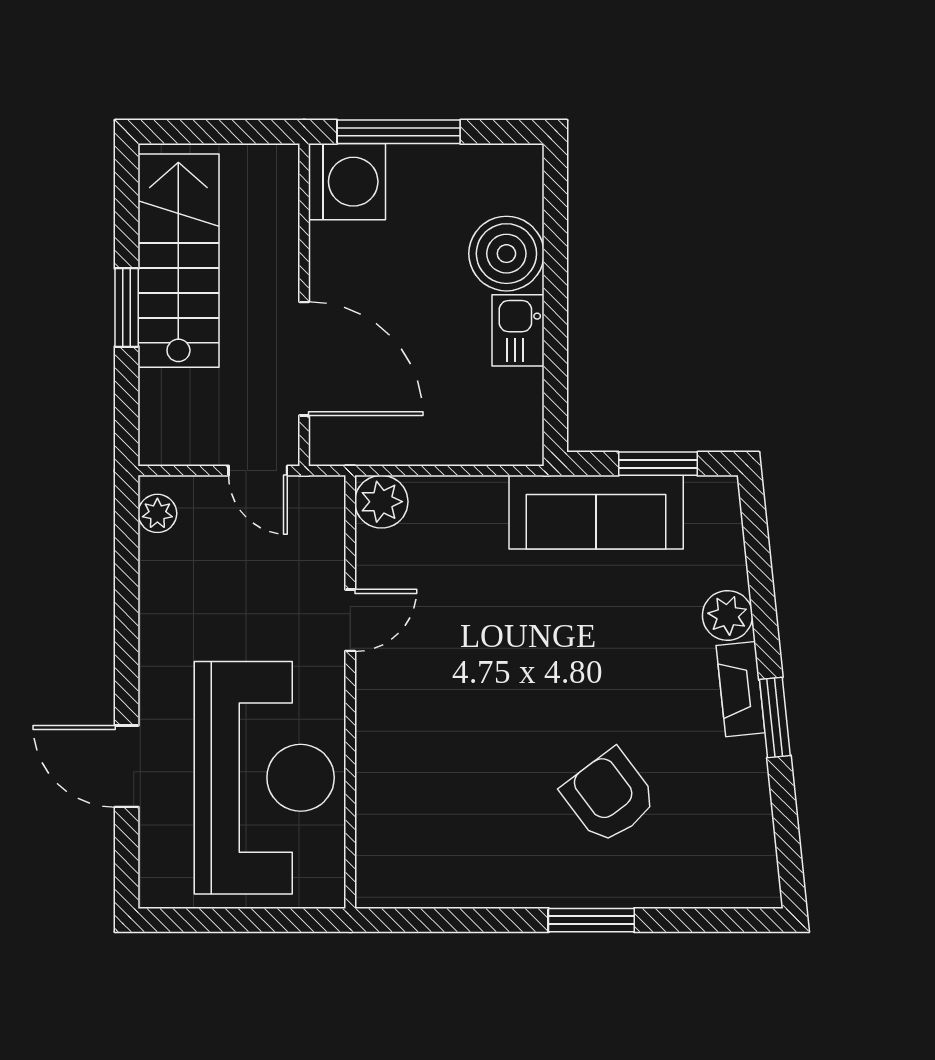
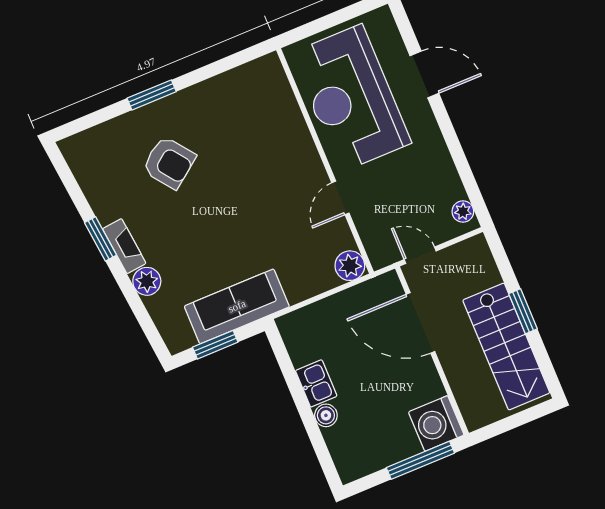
boiler: (506, 254) -> (326, 415), width x0.54, depth x0.54

